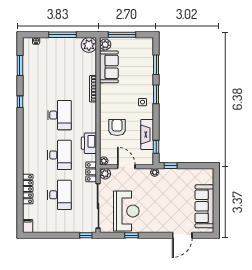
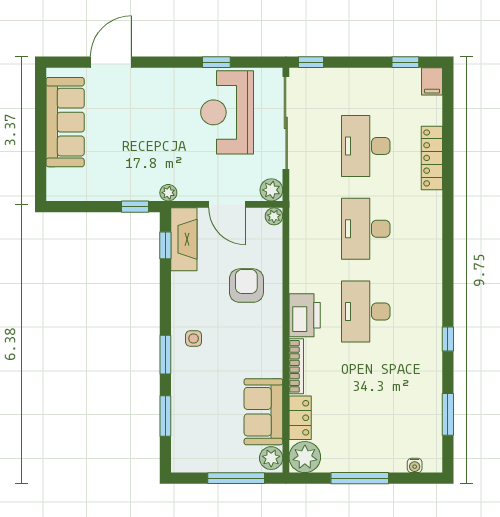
armchair: (117, 128) -> (246, 286), turned 180
fireplace: (147, 134) -> (184, 239), moved
printer: (89, 143) -> (305, 315), moved
locker: (91, 172) -> (300, 418), moved
window: (40, 235) -> (405, 62), added

